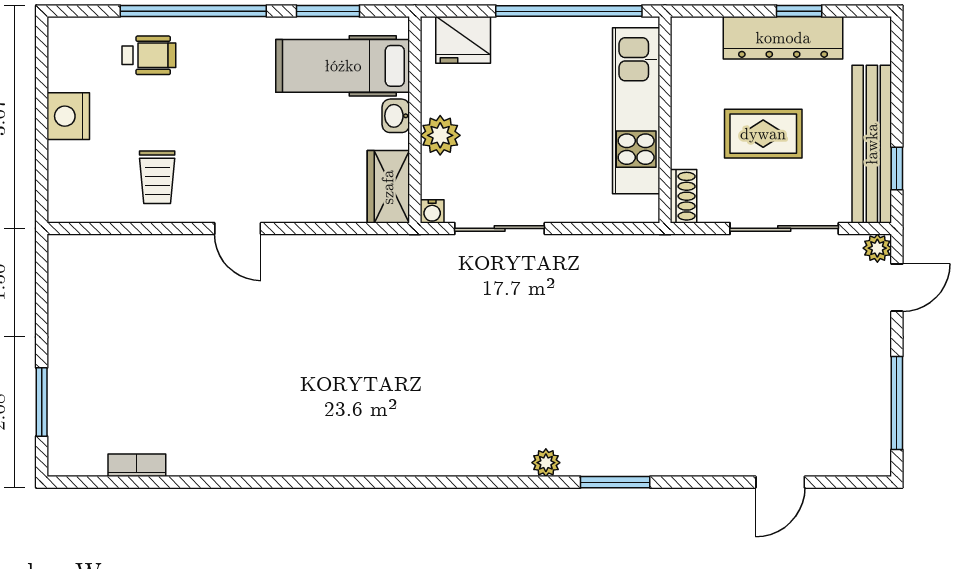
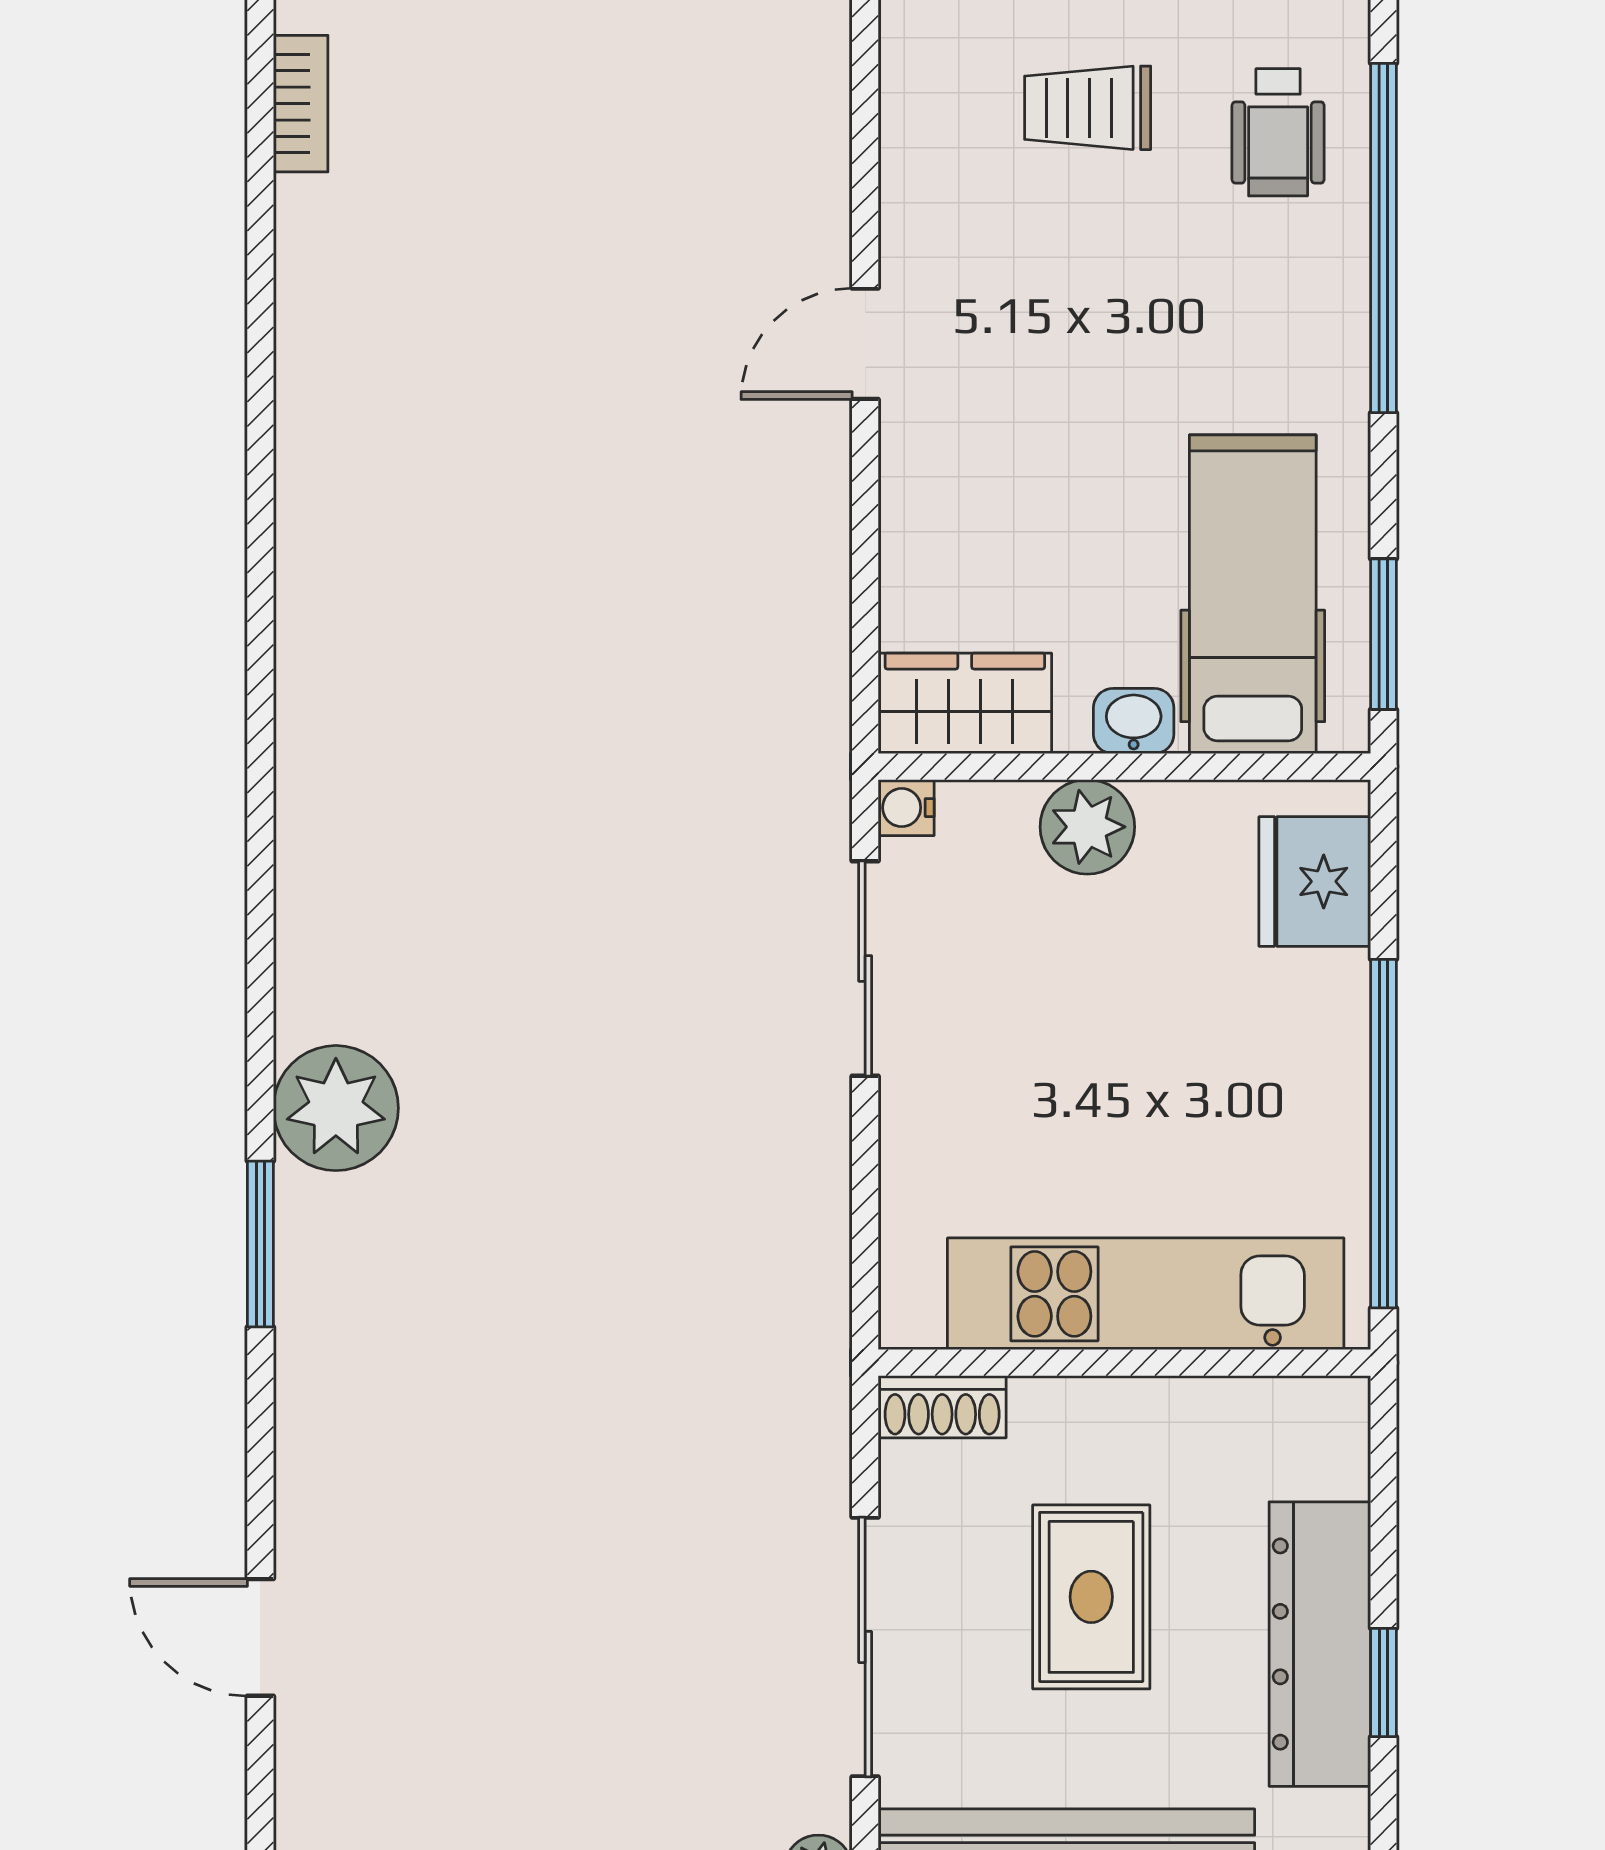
window: (328, 11) -> (1384, 634), moved
trolley: (157, 177) -> (1088, 108), moved
plant: (546, 463) -> (336, 1108), width x1.88, depth x1.88

